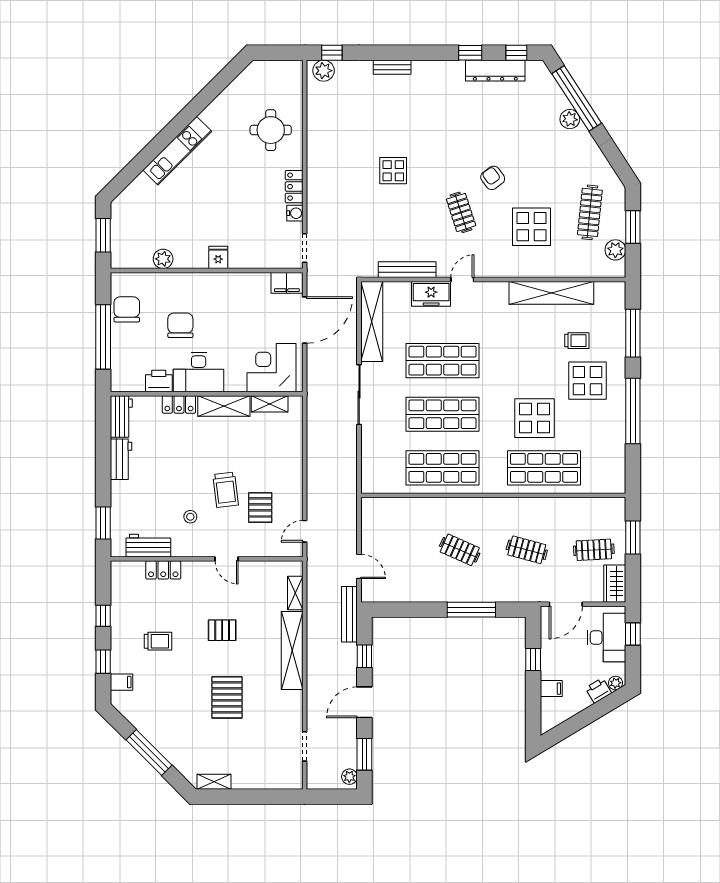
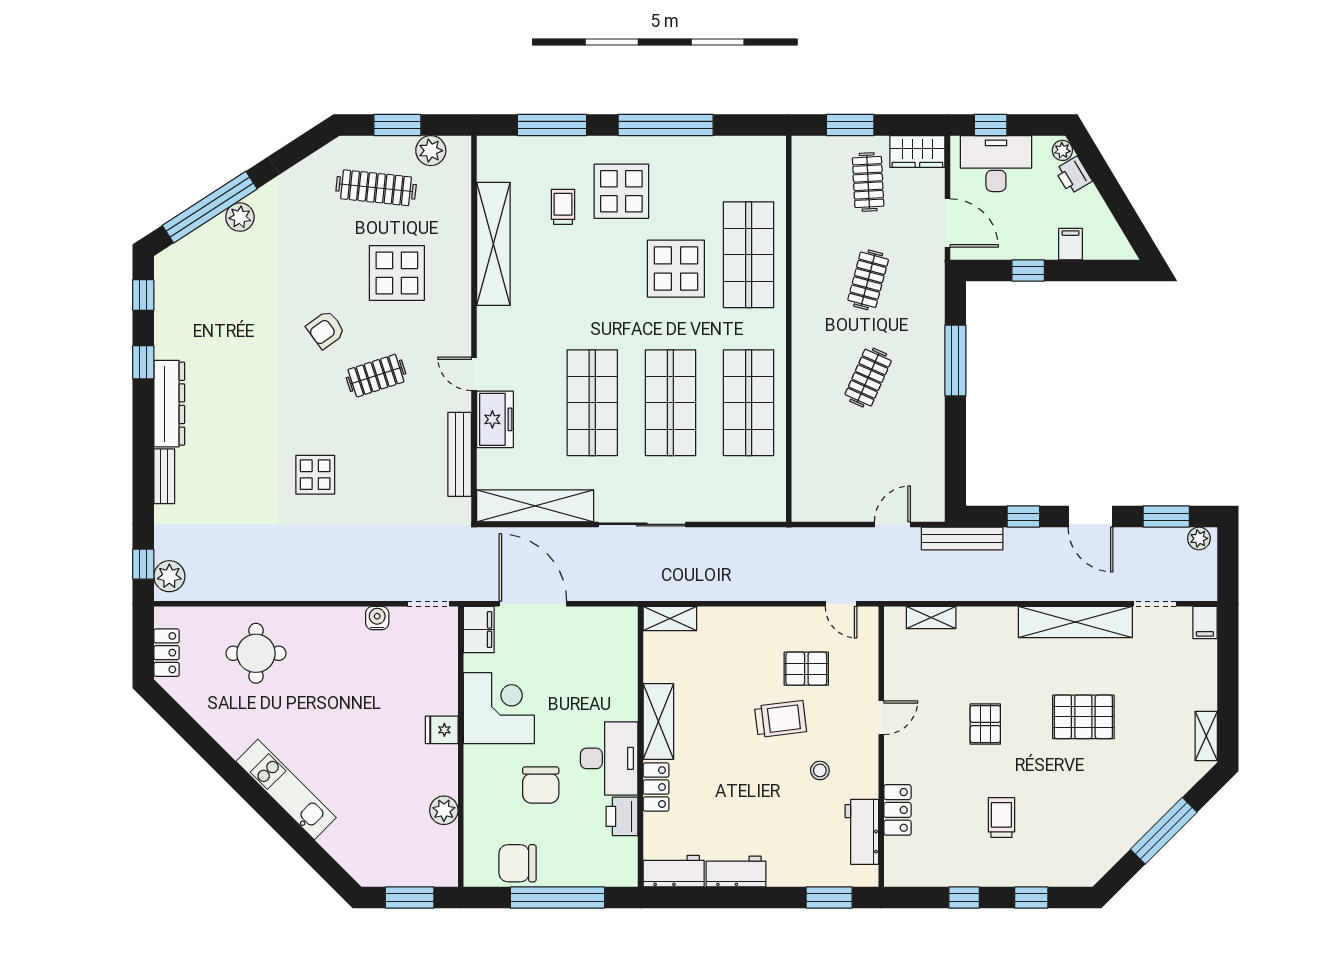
dresser: (495, 71) -> (169, 404), moved
locker: (294, 187) -> (166, 653), moved, turned -90
chair: (180, 325) -> (541, 785), turned -90
corner desk: (271, 368) -> (499, 708), moved, turned 180
shelving: (270, 404) -> (670, 619), moved, turned 90
shelving: (292, 651) -> (1075, 622), moved
filing cabinet: (122, 682) -> (1205, 623), moved, turned 180

